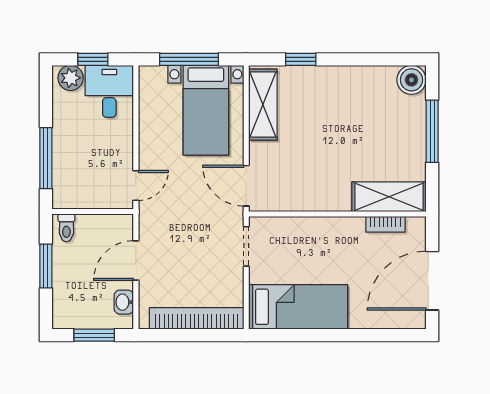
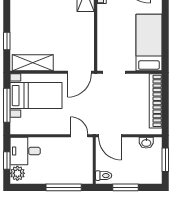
door: (136, 261) -> (110, 136), moved

